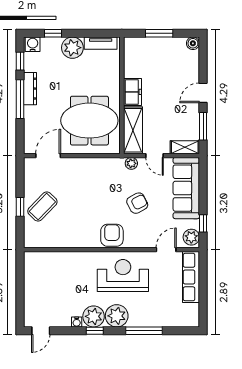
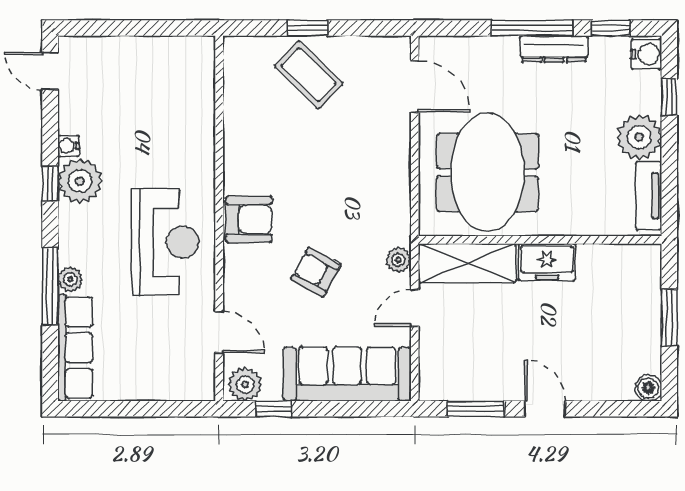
shelving: (185, 147) -> (432, 371), removed
armchair: (137, 203) -> (316, 272), turned 146
row of seats: (191, 277) -> (75, 348), moved, turned 90
plant: (117, 316) -> (70, 279), moved, width x0.53, depth x0.53

